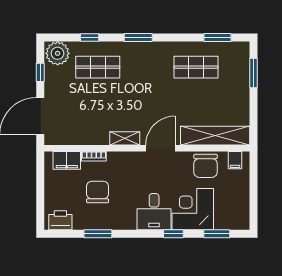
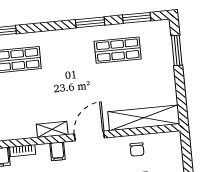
window: (138, 38) -> (90, 22), moved
filing cabinet: (235, 160) -> (57, 151), moved
chair: (206, 166) -> (137, 149), width x0.54, depth x0.54

